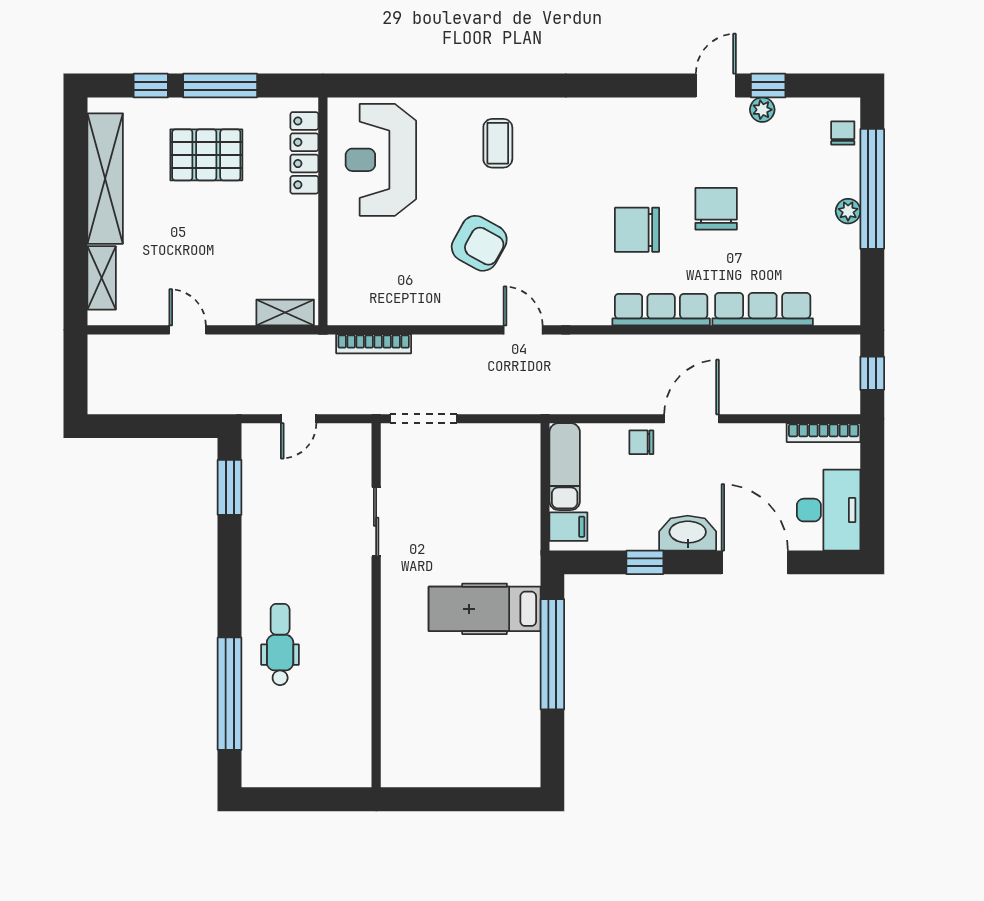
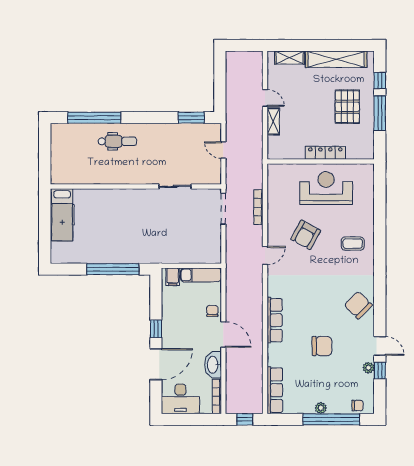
locker: (304, 153) -> (325, 153), moved
reception desk: (381, 160) -> (326, 188), moved
chair: (637, 230) -> (358, 305), moved, turned -45
row of seats: (763, 309) -> (275, 390), moved
shelving: (285, 312) -> (273, 121), moved
door: (188, 330) -> (265, 98), hinge flipped
bookcase: (374, 344) -> (258, 207), moved
washbasin: (688, 533) -> (213, 365), moved, turned 180
window: (645, 562) -> (156, 329), moved
hospital bed: (485, 609) -> (62, 215), moved, turned 180

